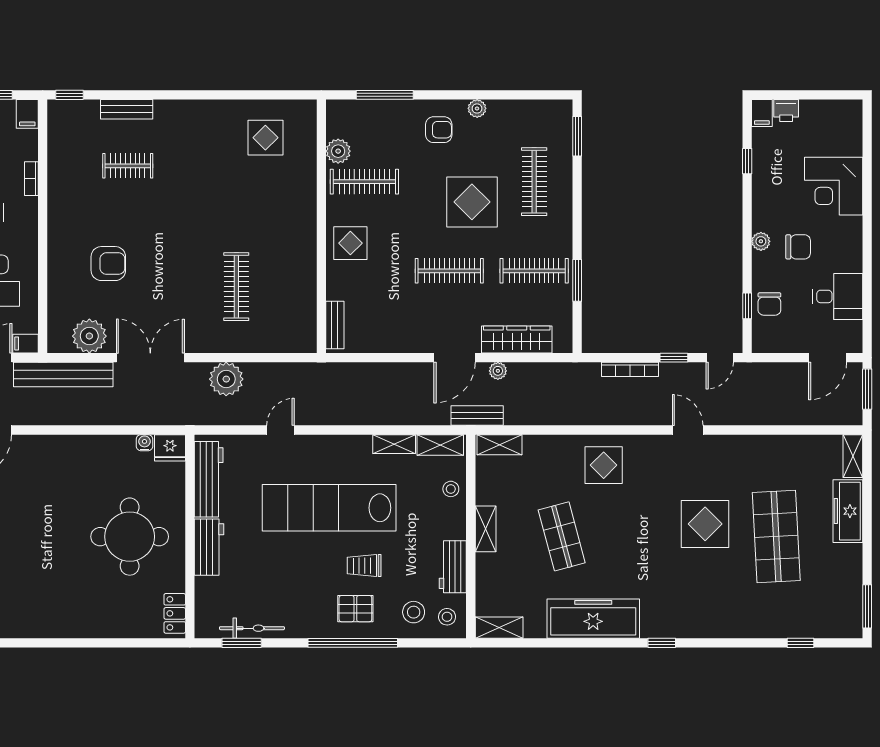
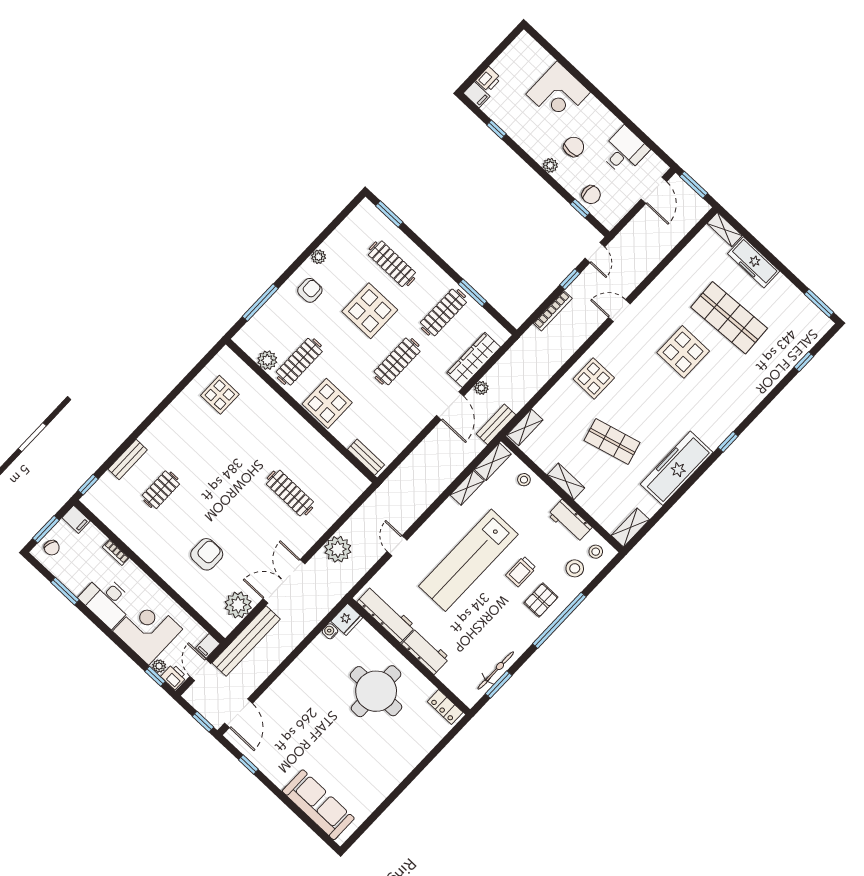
display table: (350, 243) -> (327, 403), width x1.36, depth x1.36

